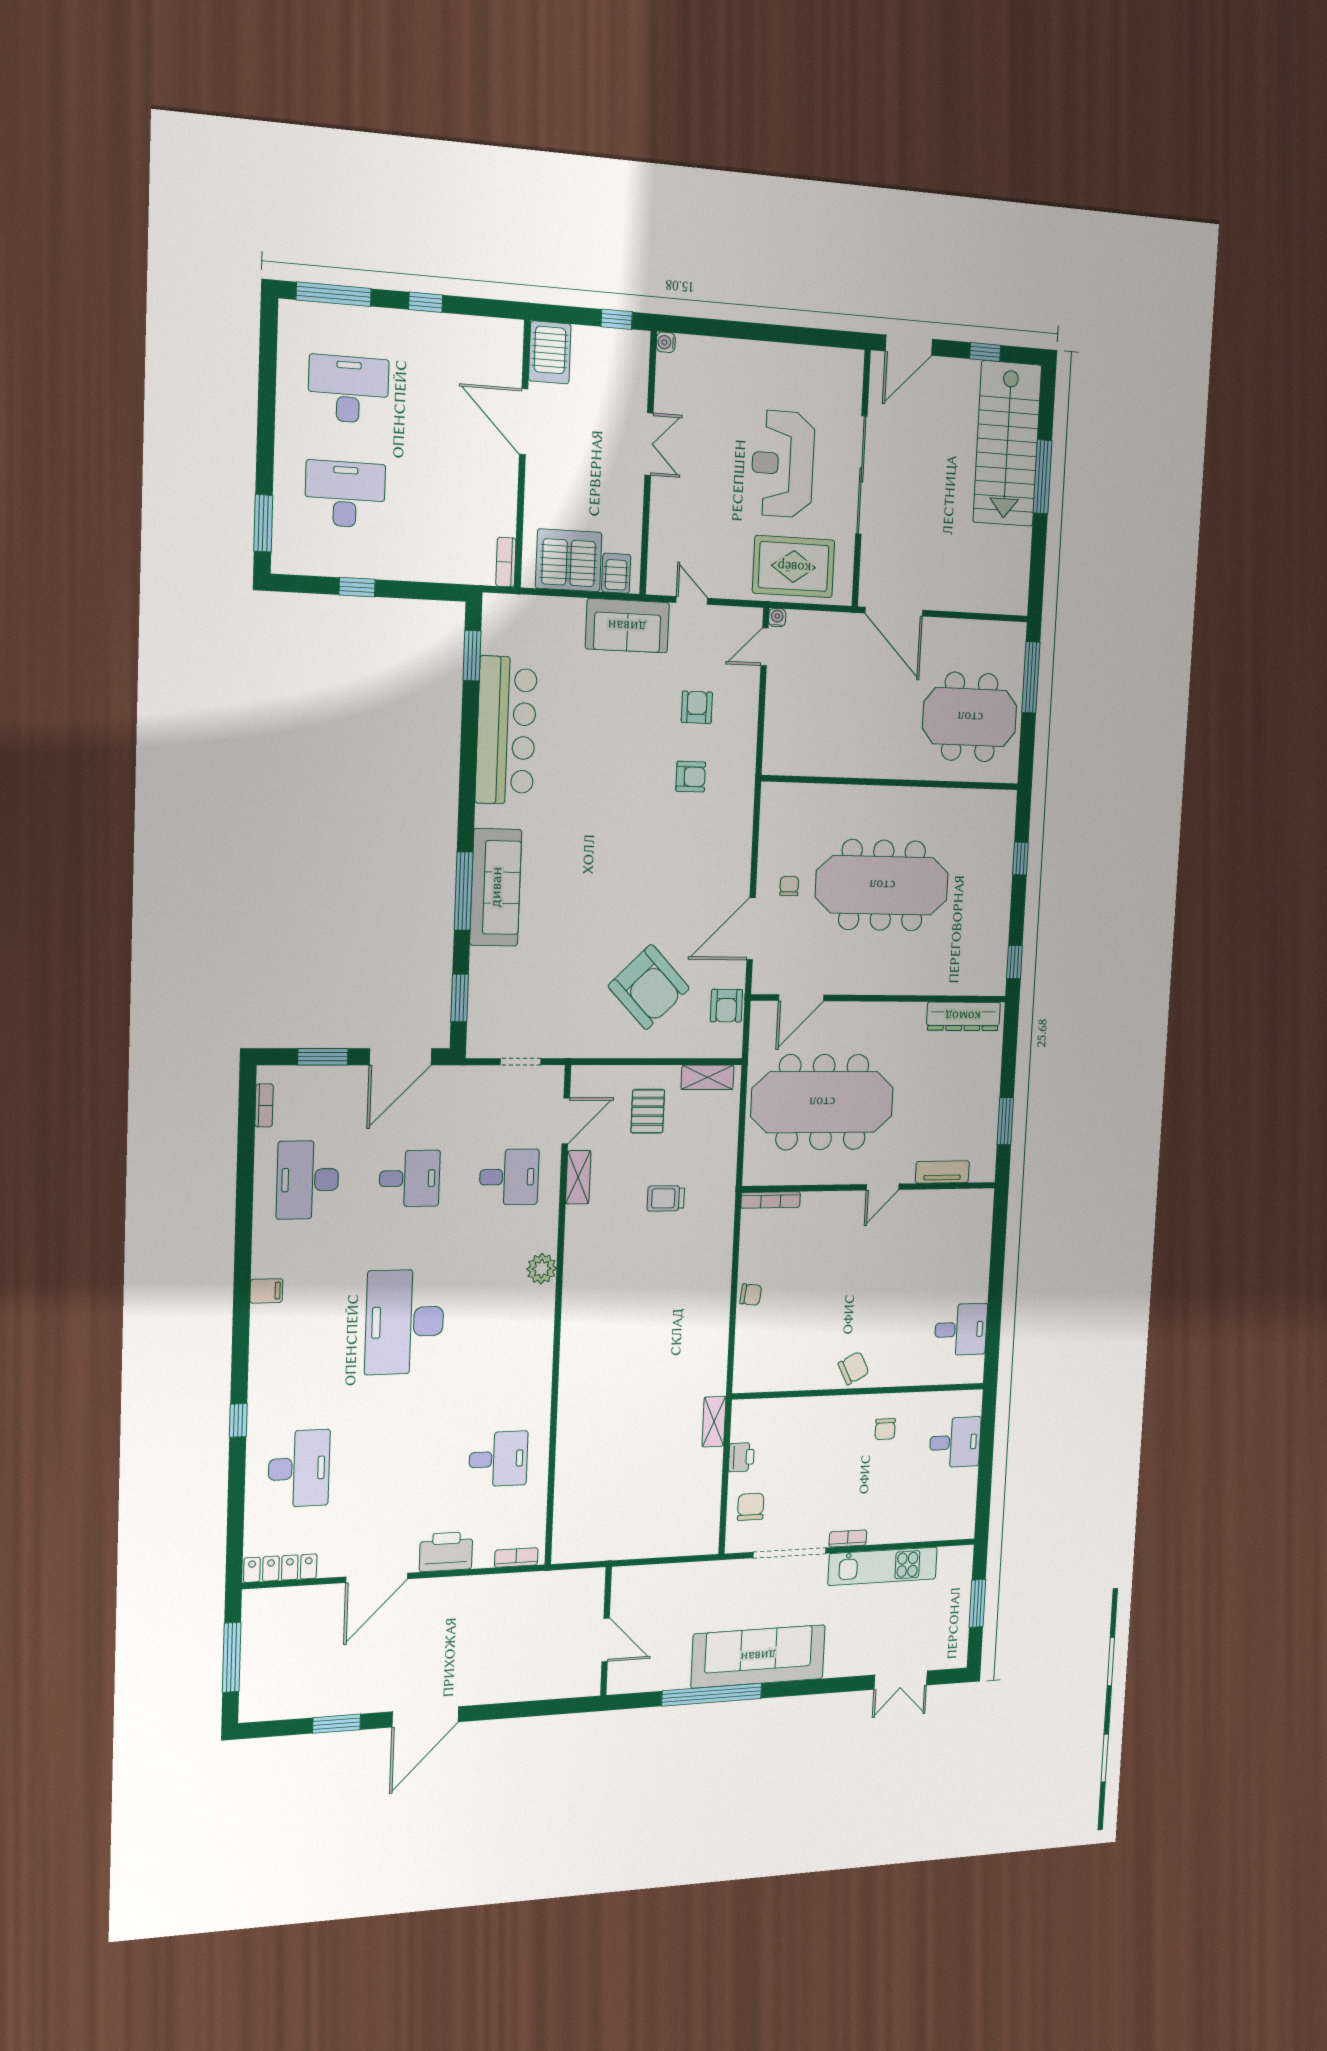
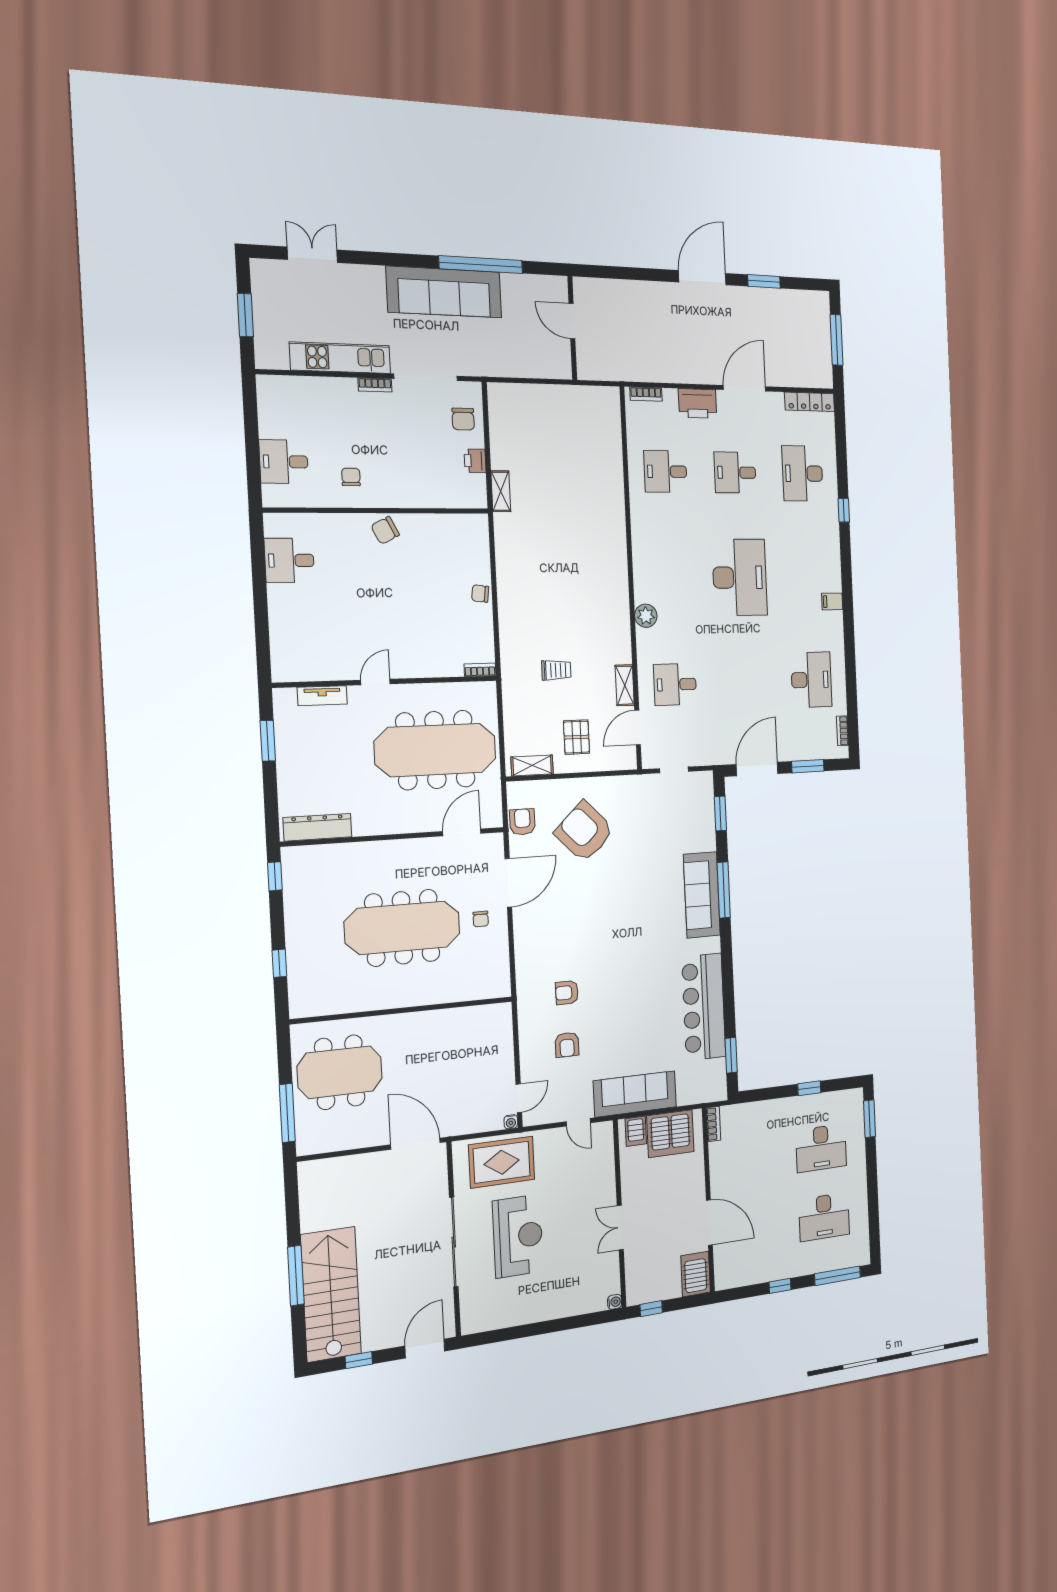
sofa: (627, 626) -> (635, 1094), width x1.36
desk: (410, 1178) -> (735, 472), moved
bookcase: (771, 1200) -> (480, 670), width x0.64

